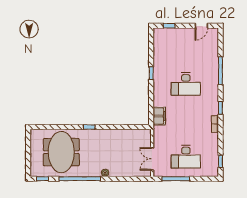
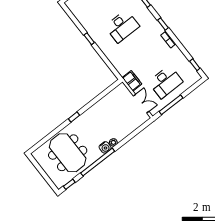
filing cabinet: (159, 116) -> (132, 81), moved
double door: (152, 159) -> (141, 104), swing flipped
water cooler: (95, 171) -> (105, 147), added

